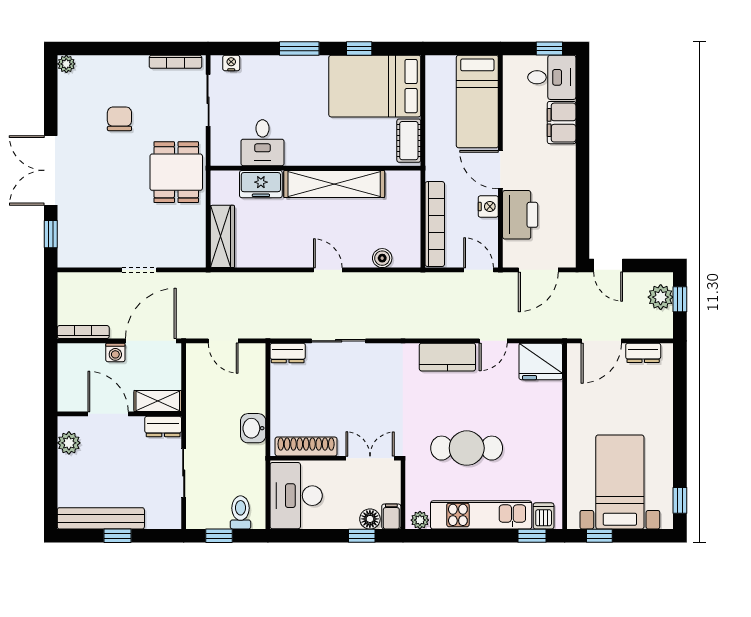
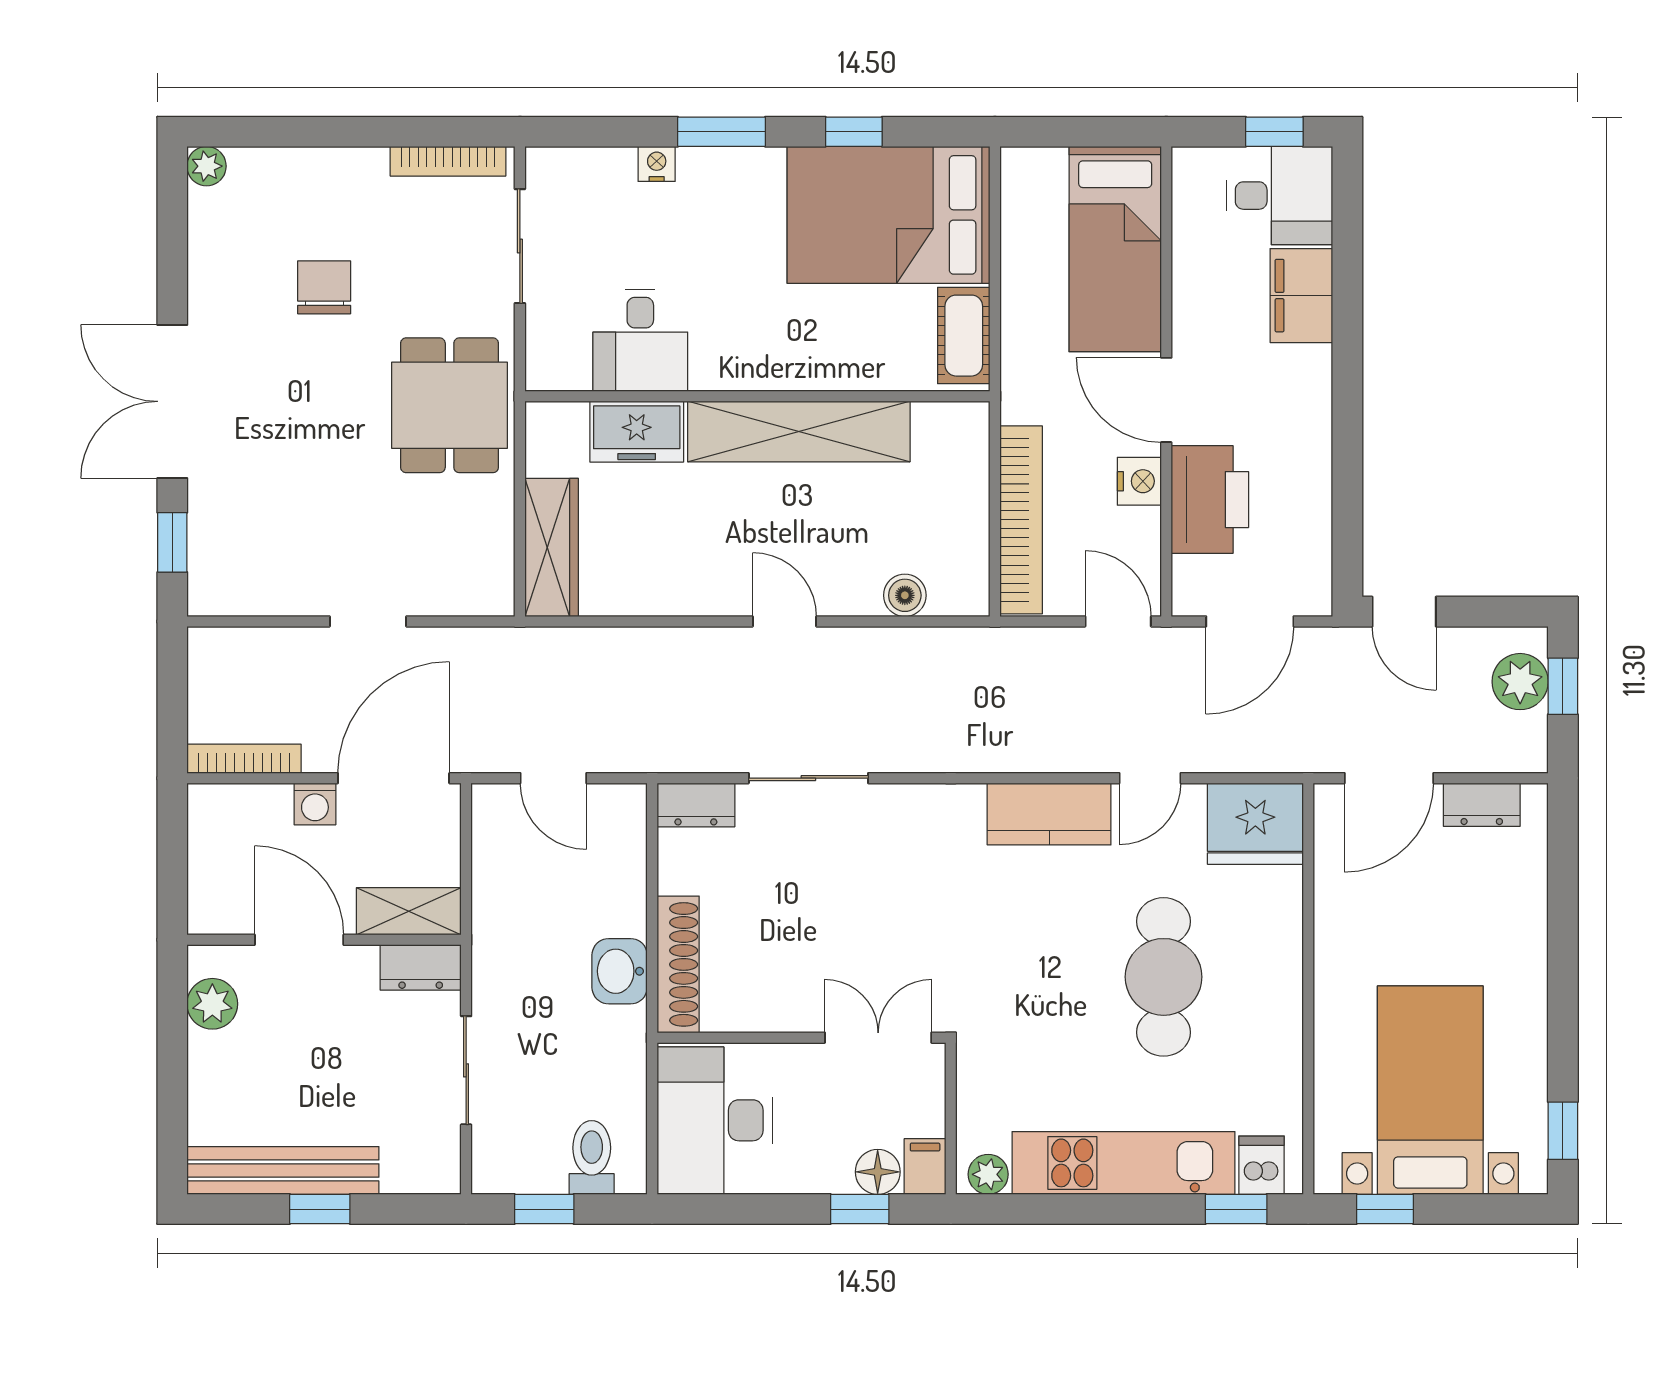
nightstand: (231, 63) -> (657, 164), moved
shoe rack: (306, 446) -> (678, 964), moved, turned 90
cafe table: (467, 448) -> (1164, 977), moved, turned 90

